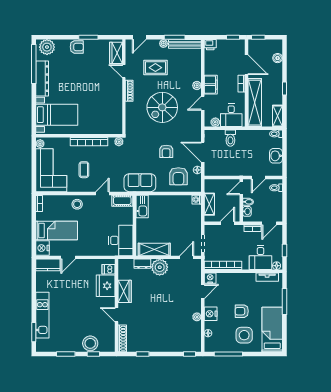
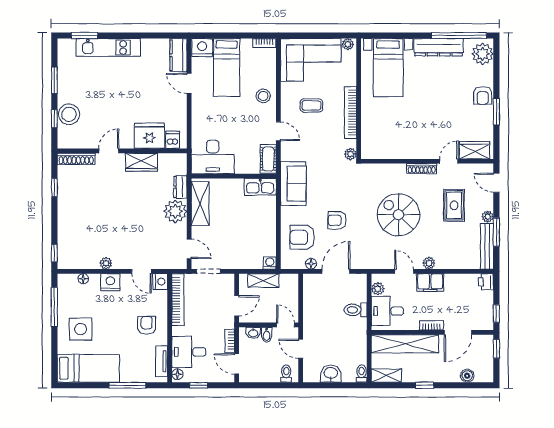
door: (227, 223) -> (237, 306), hinge flipped
armchair: (242, 311) -> (147, 325), moved

